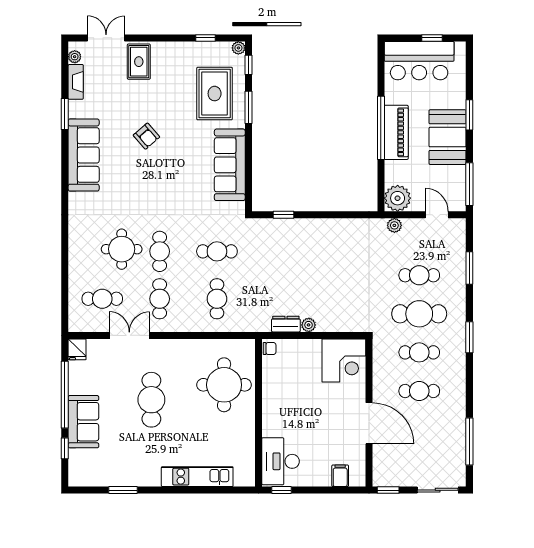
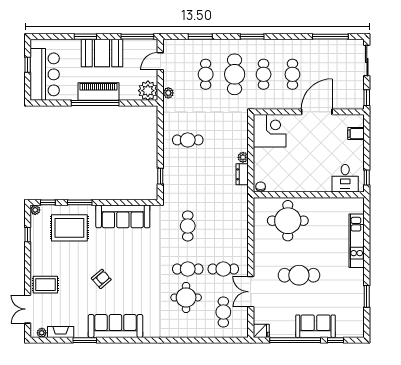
cafe table: (217, 299) -> (188, 140), moved
desk: (281, 461) -> (345, 178), width x0.73

